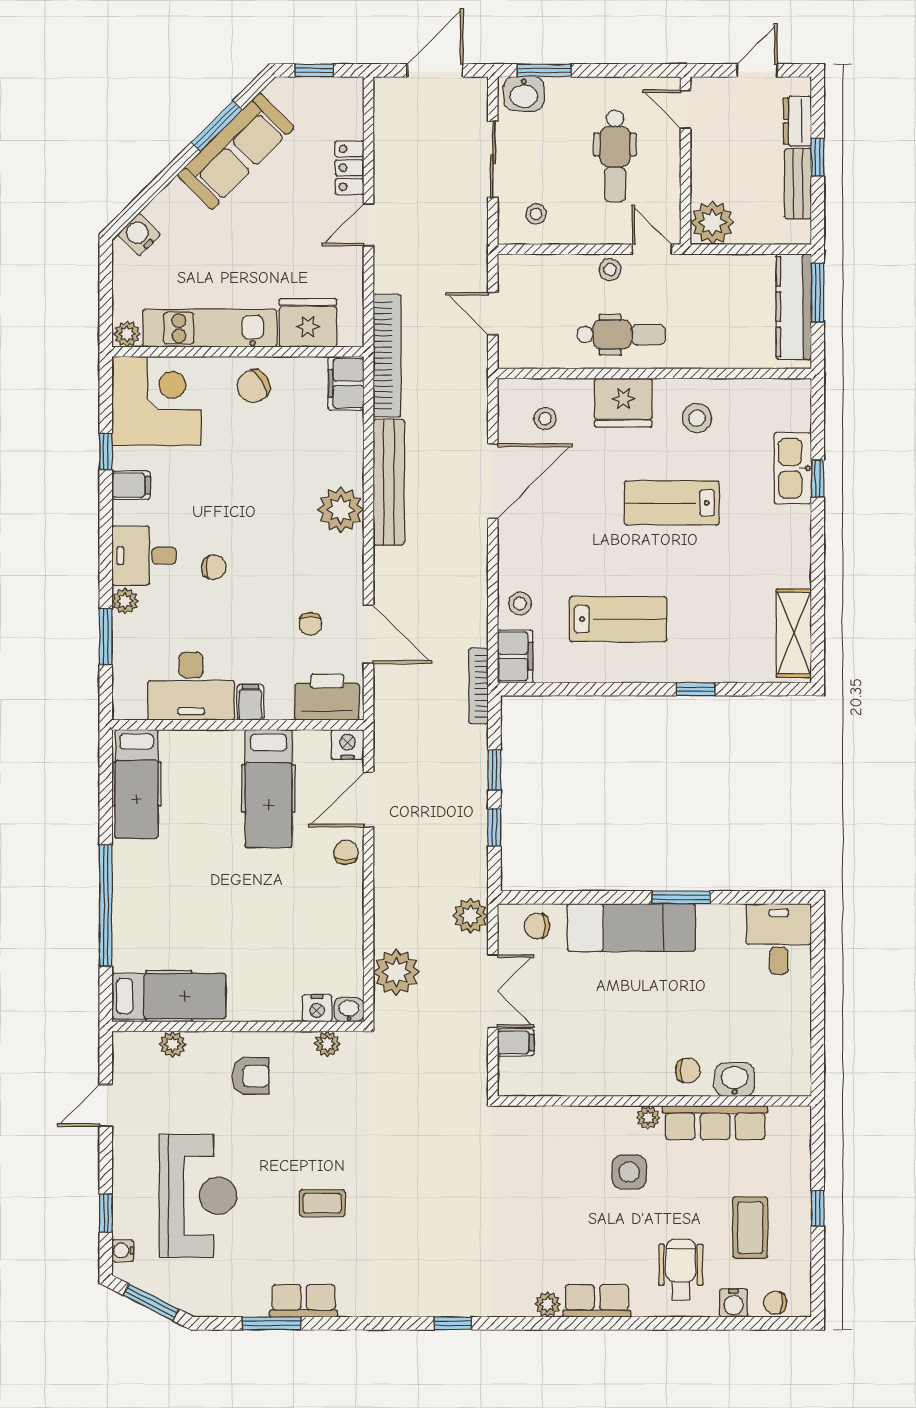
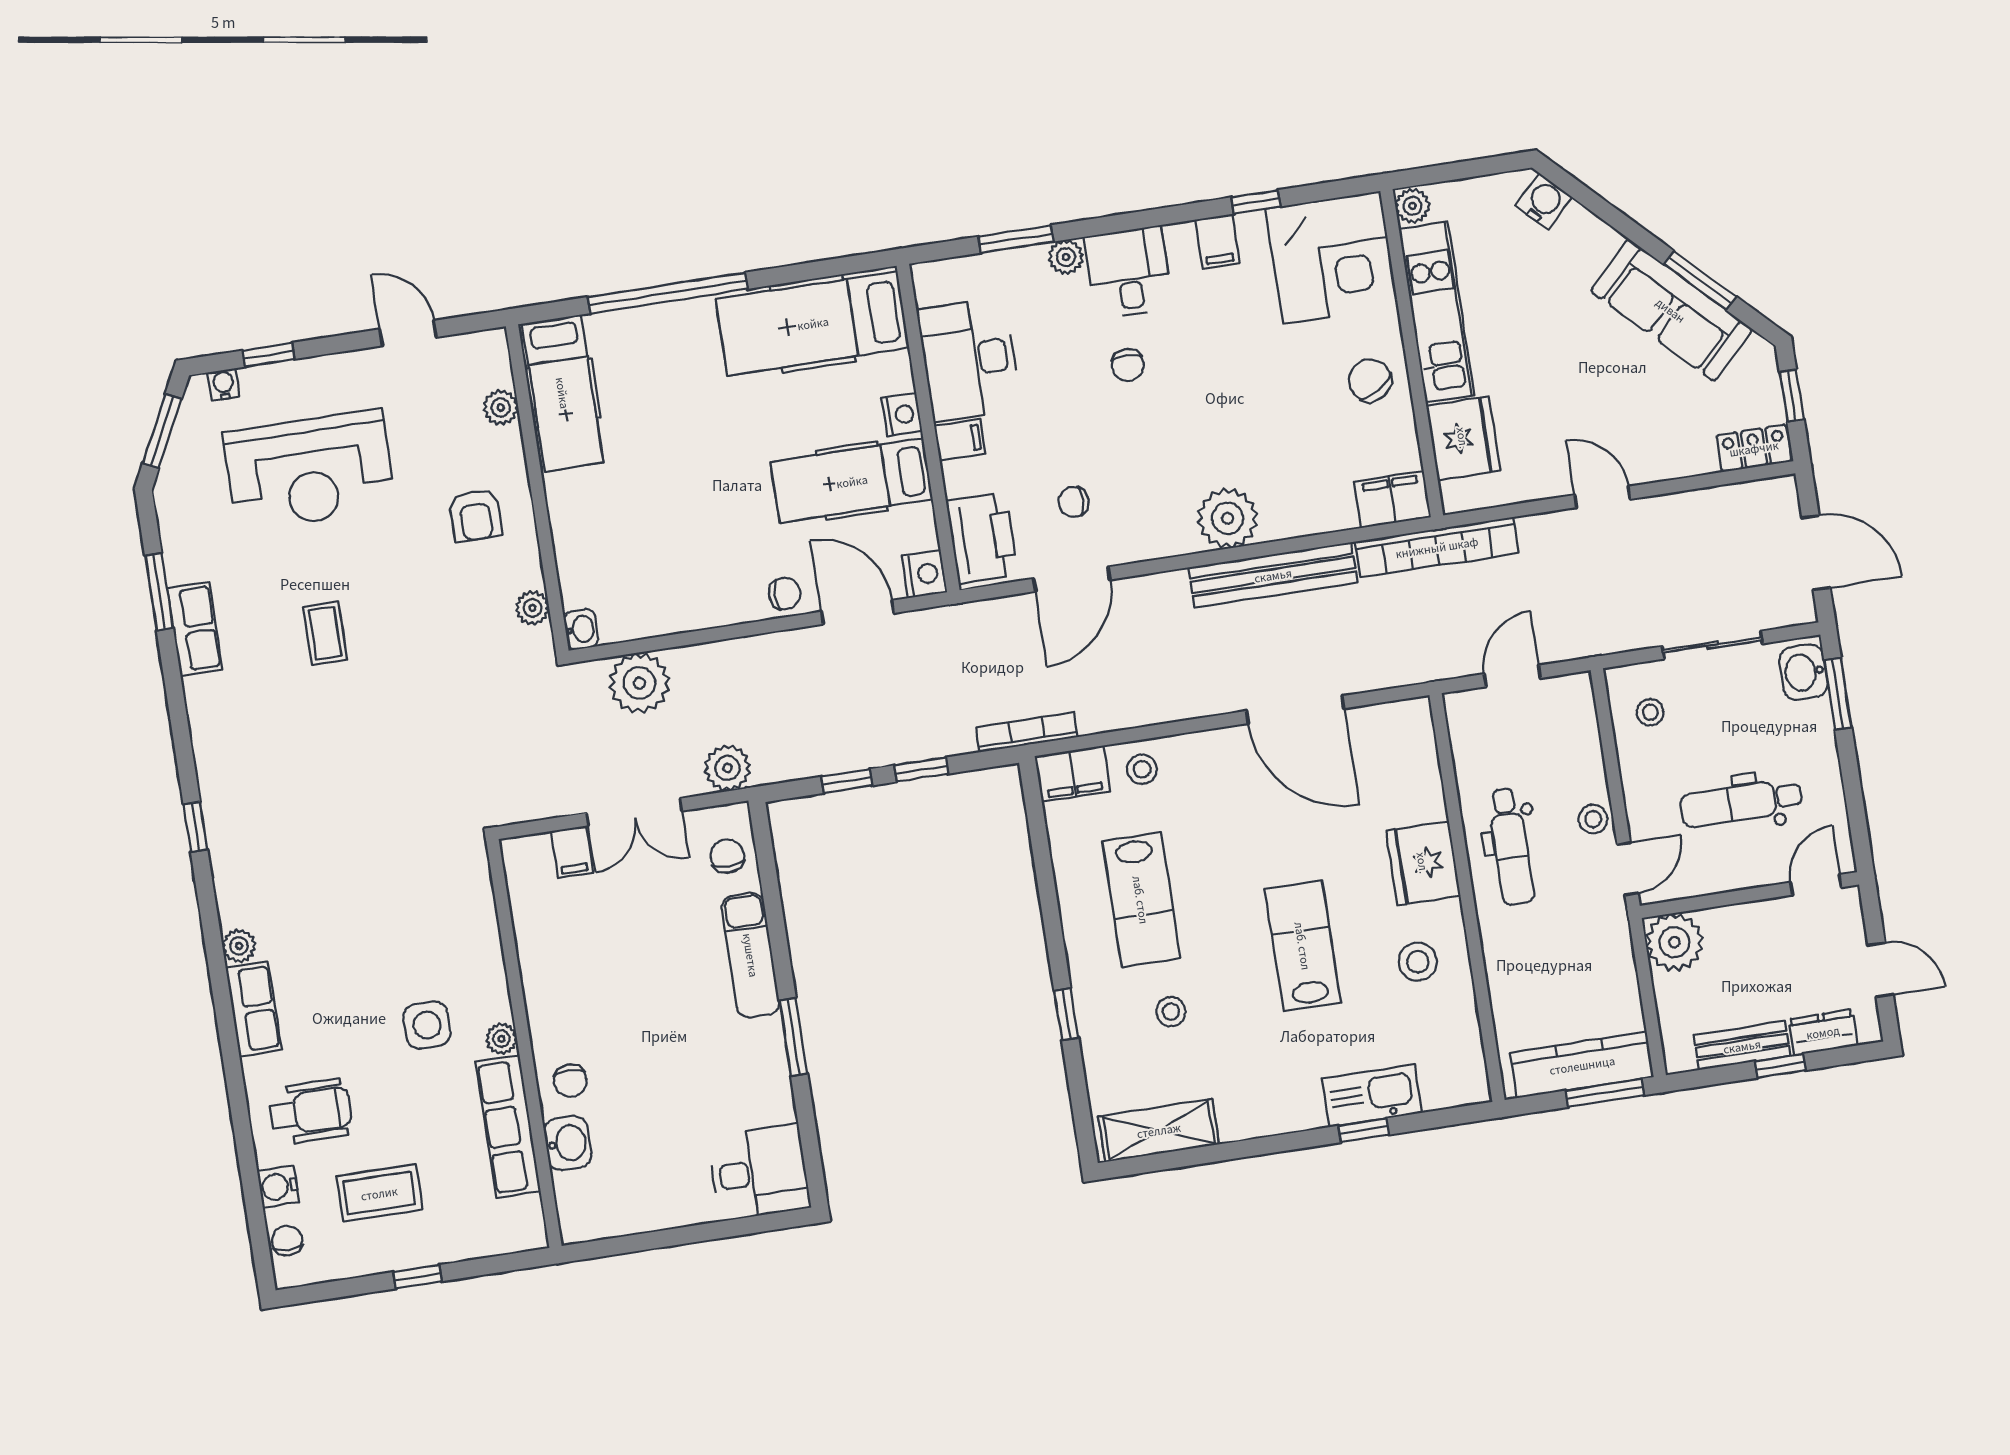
locker: (349, 168) -> (1754, 448), moved
stool: (545, 419) -> (1171, 1012), moved
hospital bed: (137, 784) -> (813, 323), width x1.37, depth x1.29
exam couch: (631, 928) -> (751, 955), width x0.73, depth x0.69
nightstand: (317, 1008) -> (902, 414), moved, turned 180

